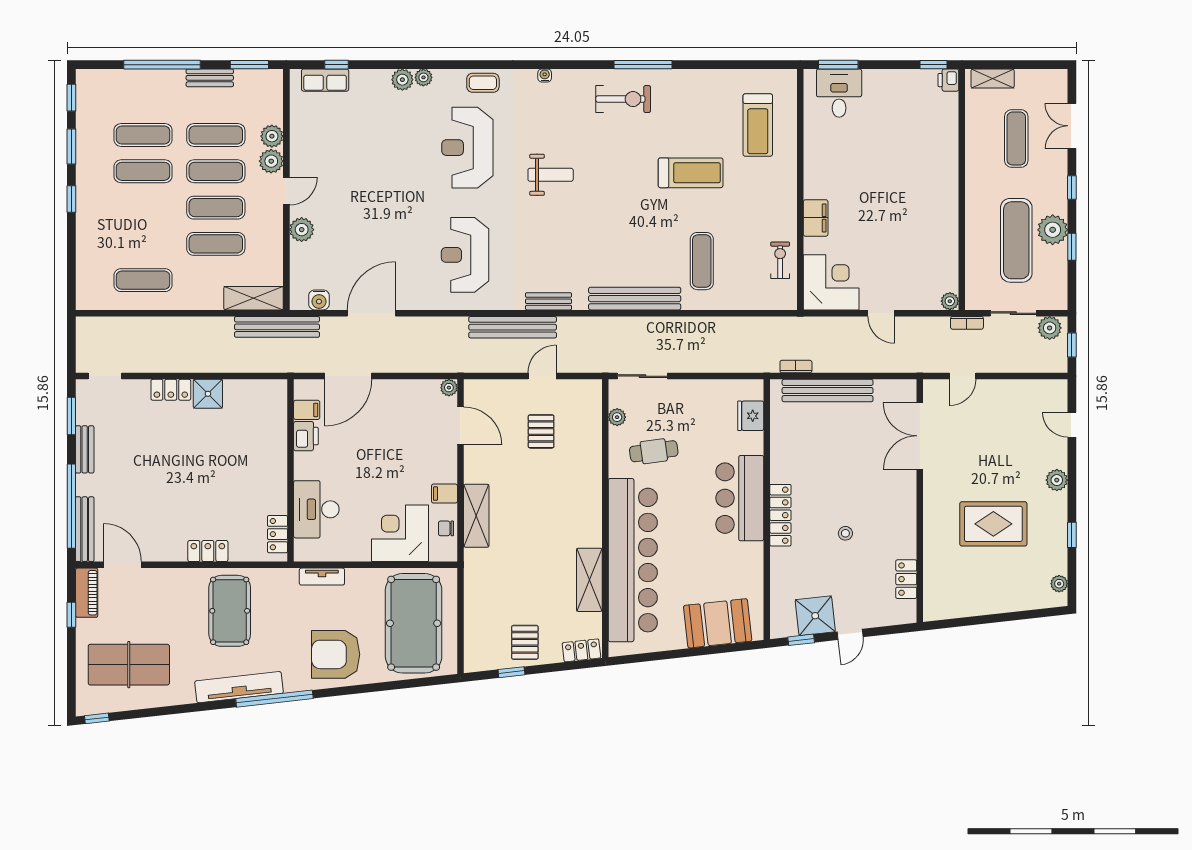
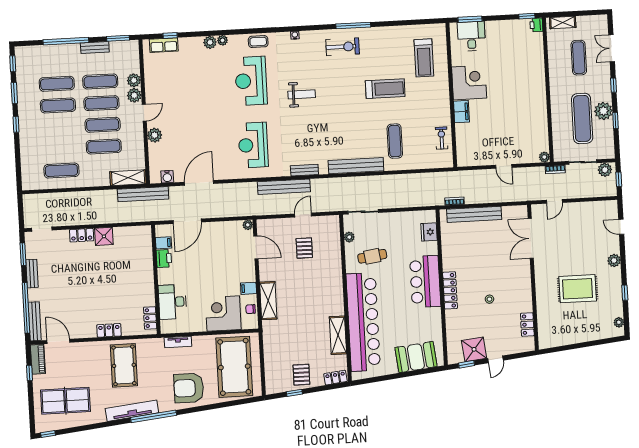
corner desk: (831, 282) -> (469, 83), moved

